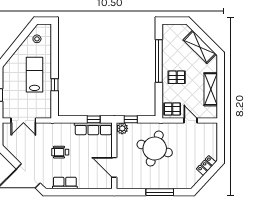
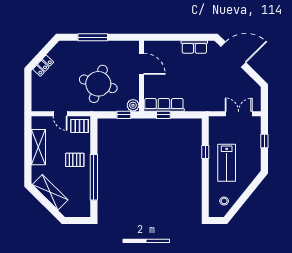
wheelchair: (60, 152) -> (199, 80), removed

